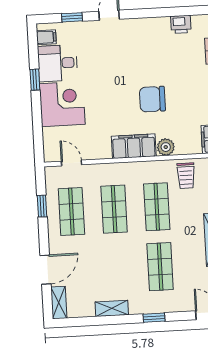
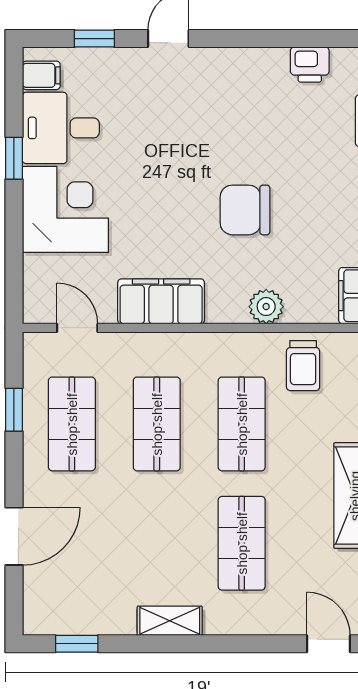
filing cabinet: (134, 146) -> (161, 301), moved
shelving: (59, 303) -> (37, 603), removed
shelving: (112, 308) -> (170, 621), moved
window: (154, 318) -> (77, 644), moved

